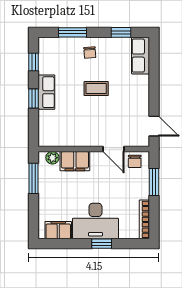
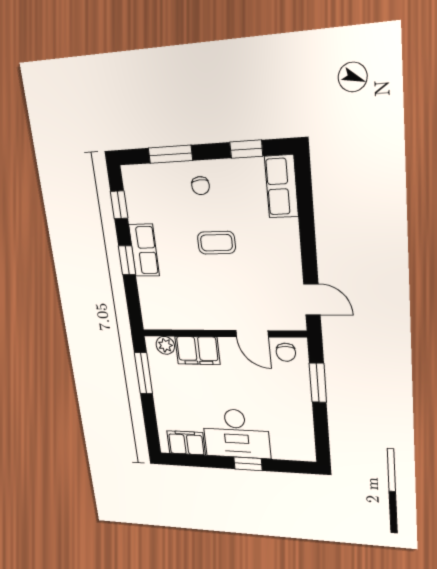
bookcase: (144, 219) -> (307, 435), removed

